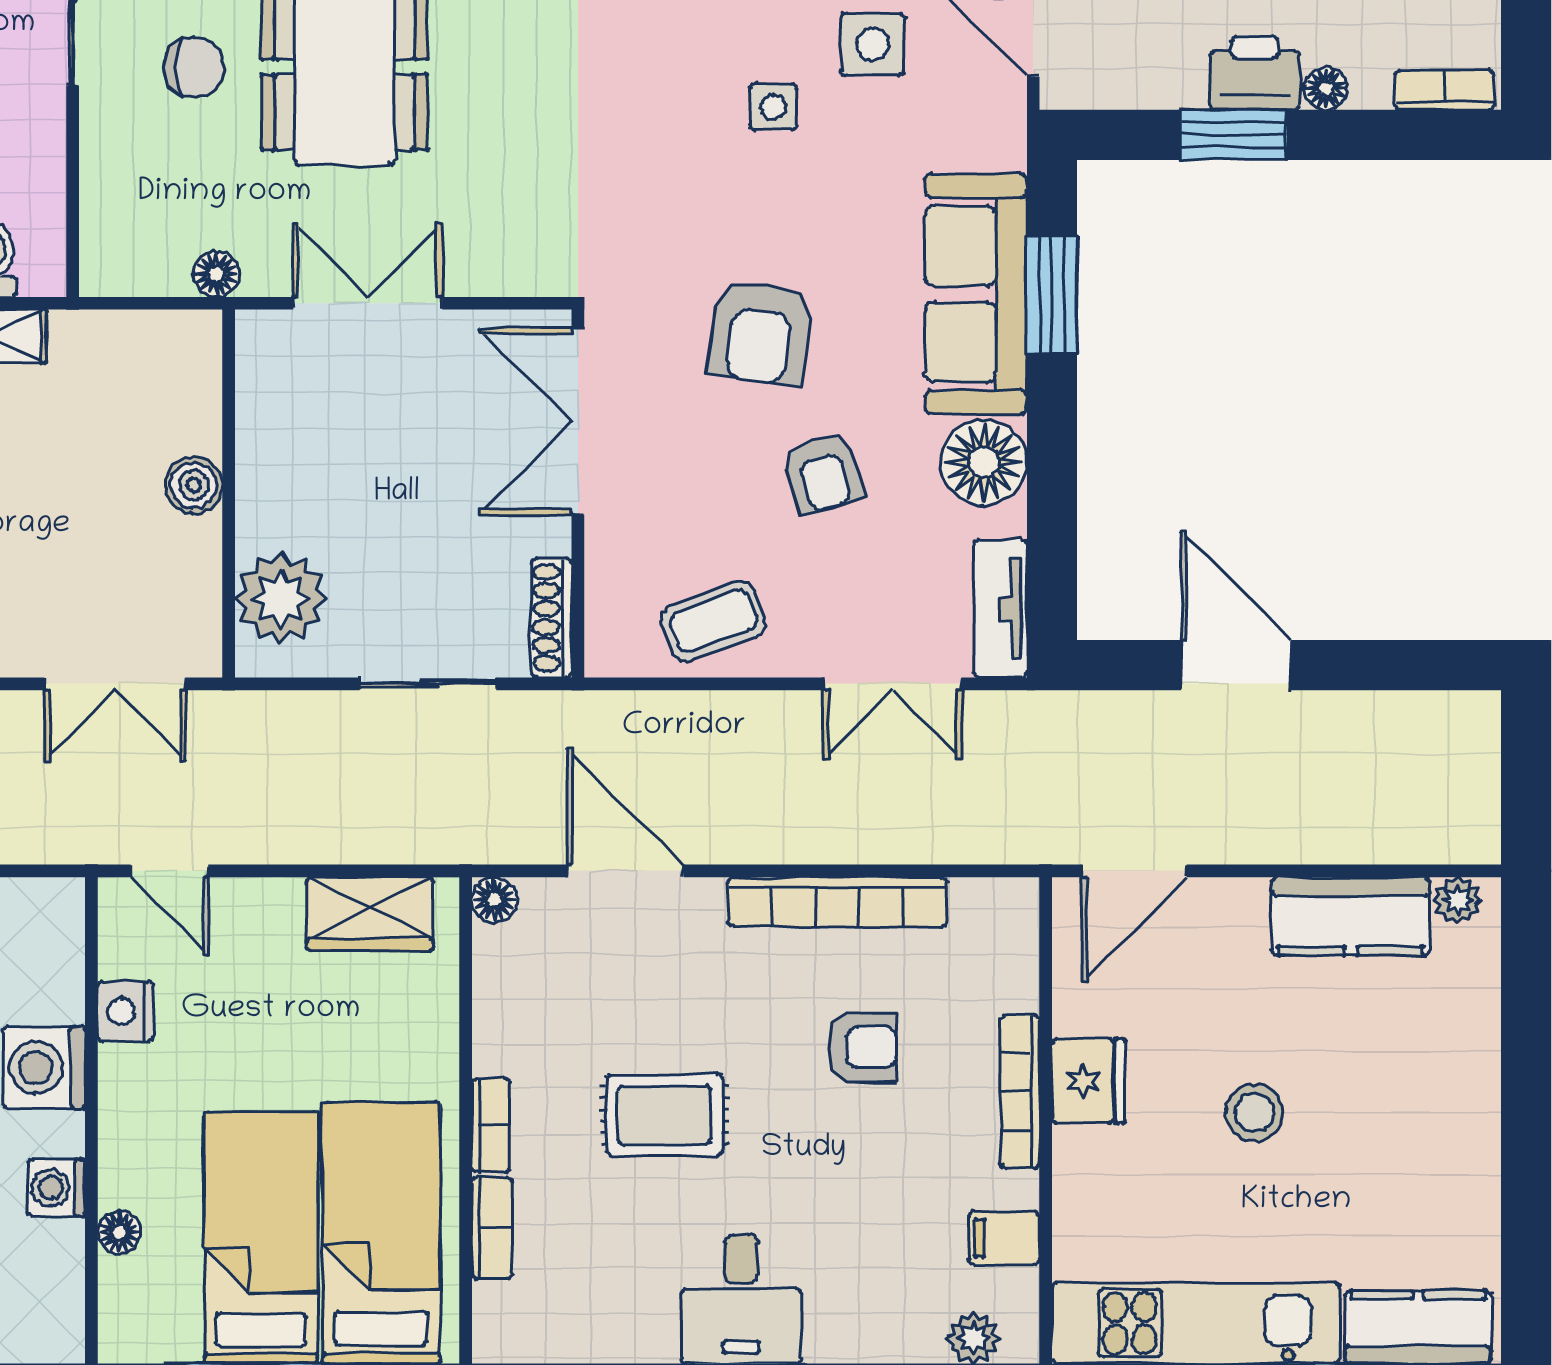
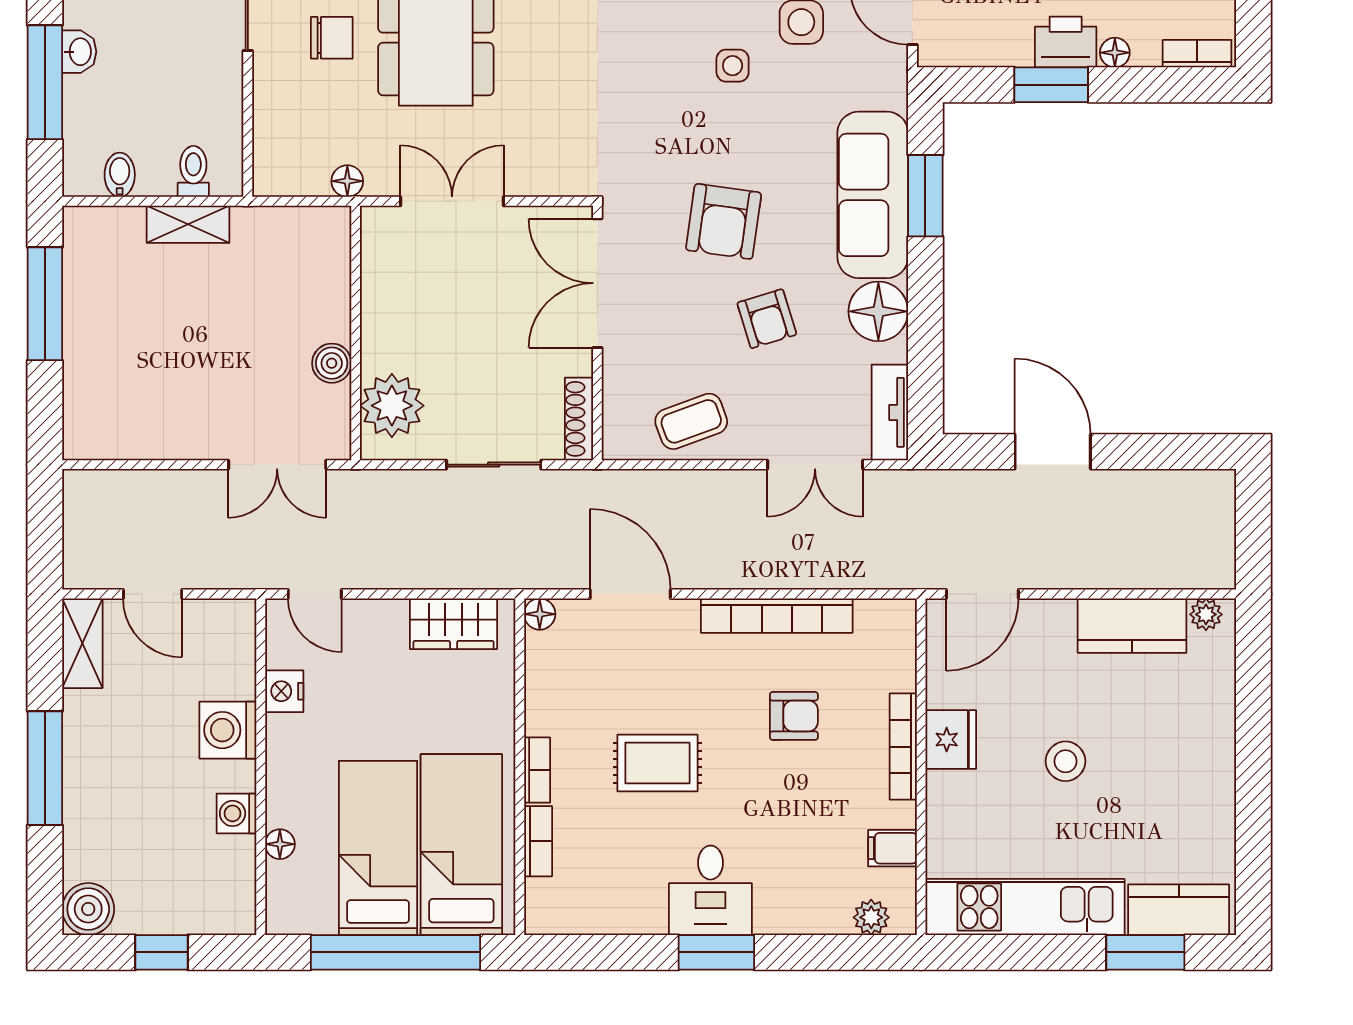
boiler: (194, 485) -> (332, 363), moved

